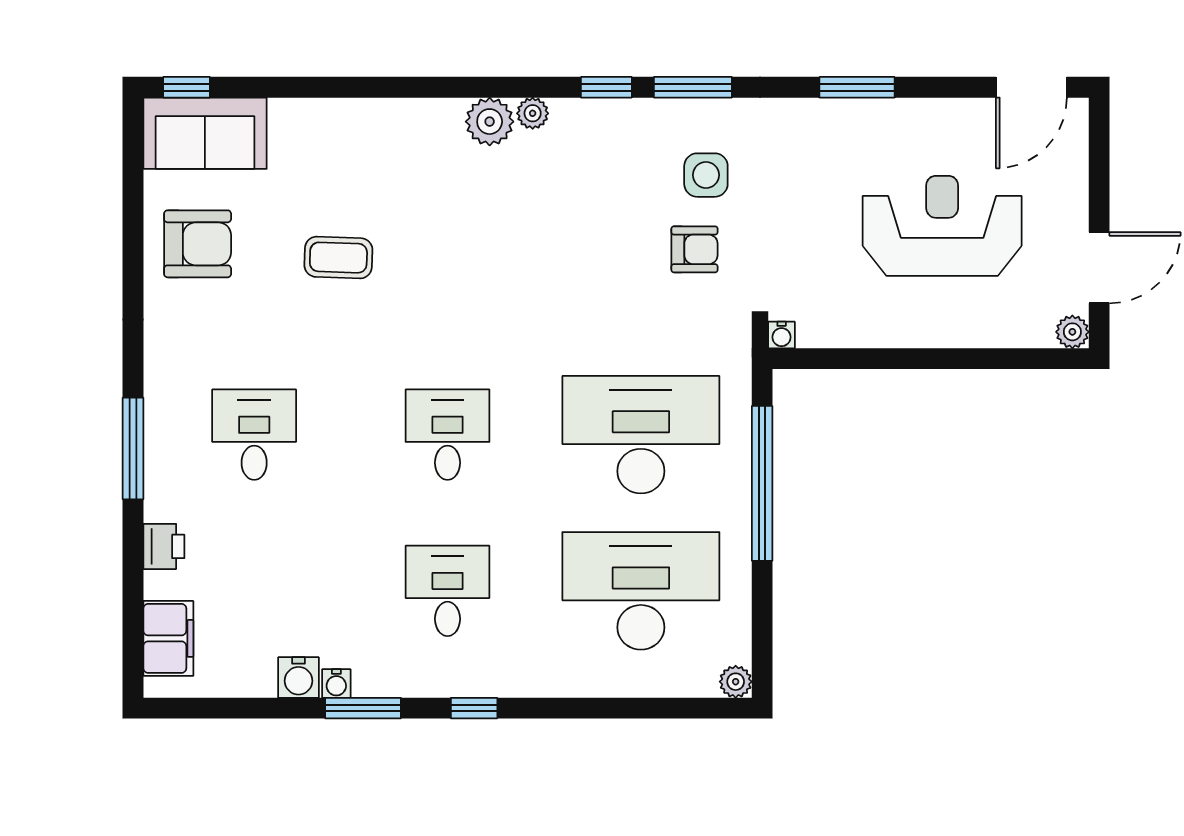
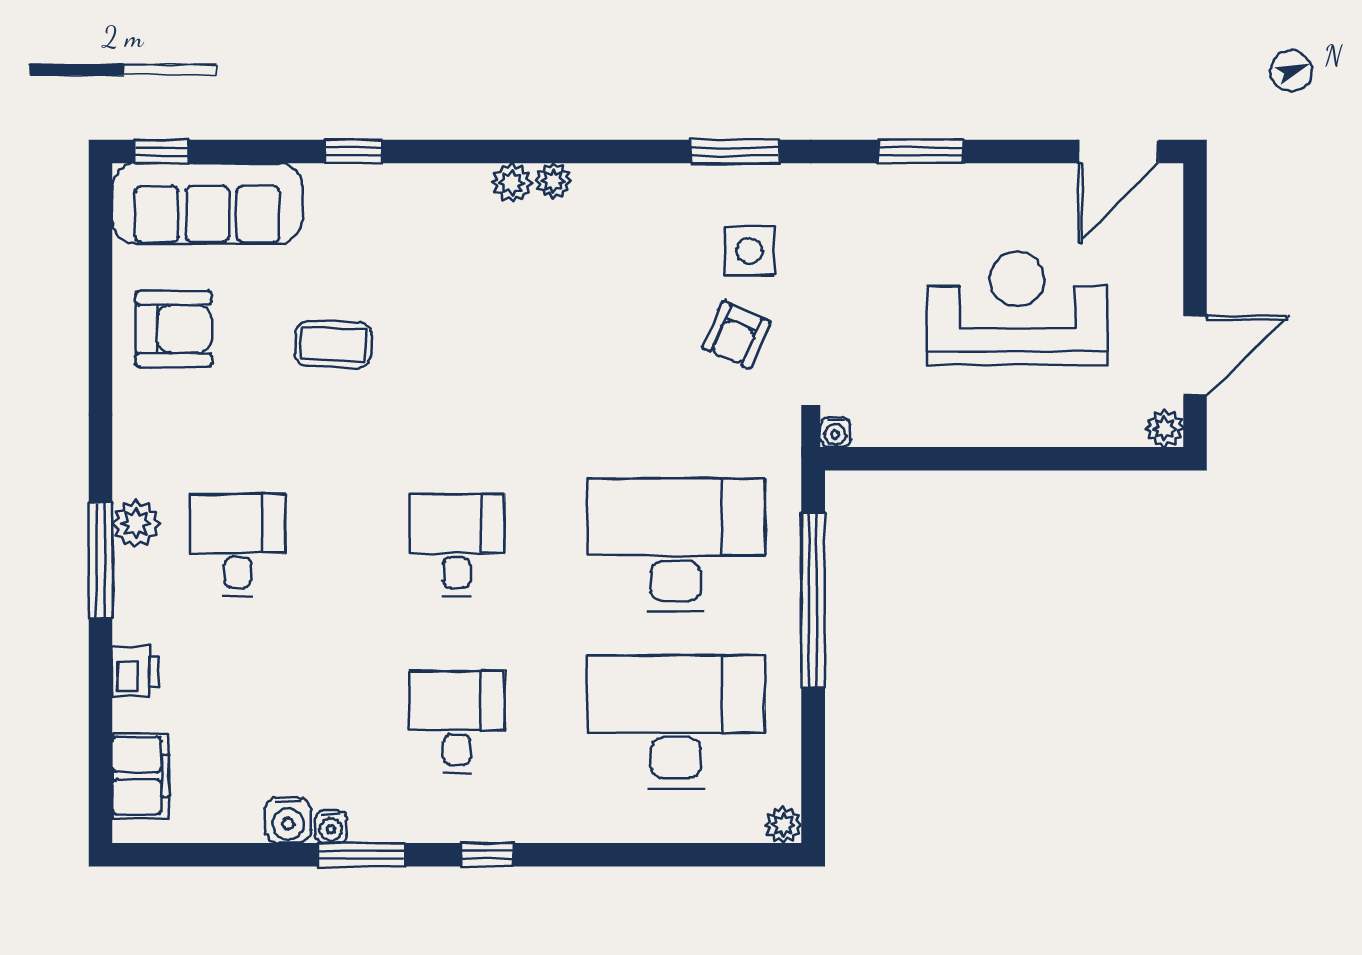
window: (606, 87) -> (353, 151), moved
plant: (490, 122) -> (512, 183), width x0.73, depth x0.73
sofa: (205, 133) -> (207, 203), width x1.36
armchair: (694, 249) -> (737, 335), turned 114
plant: (164, 416) -> (136, 524), added

